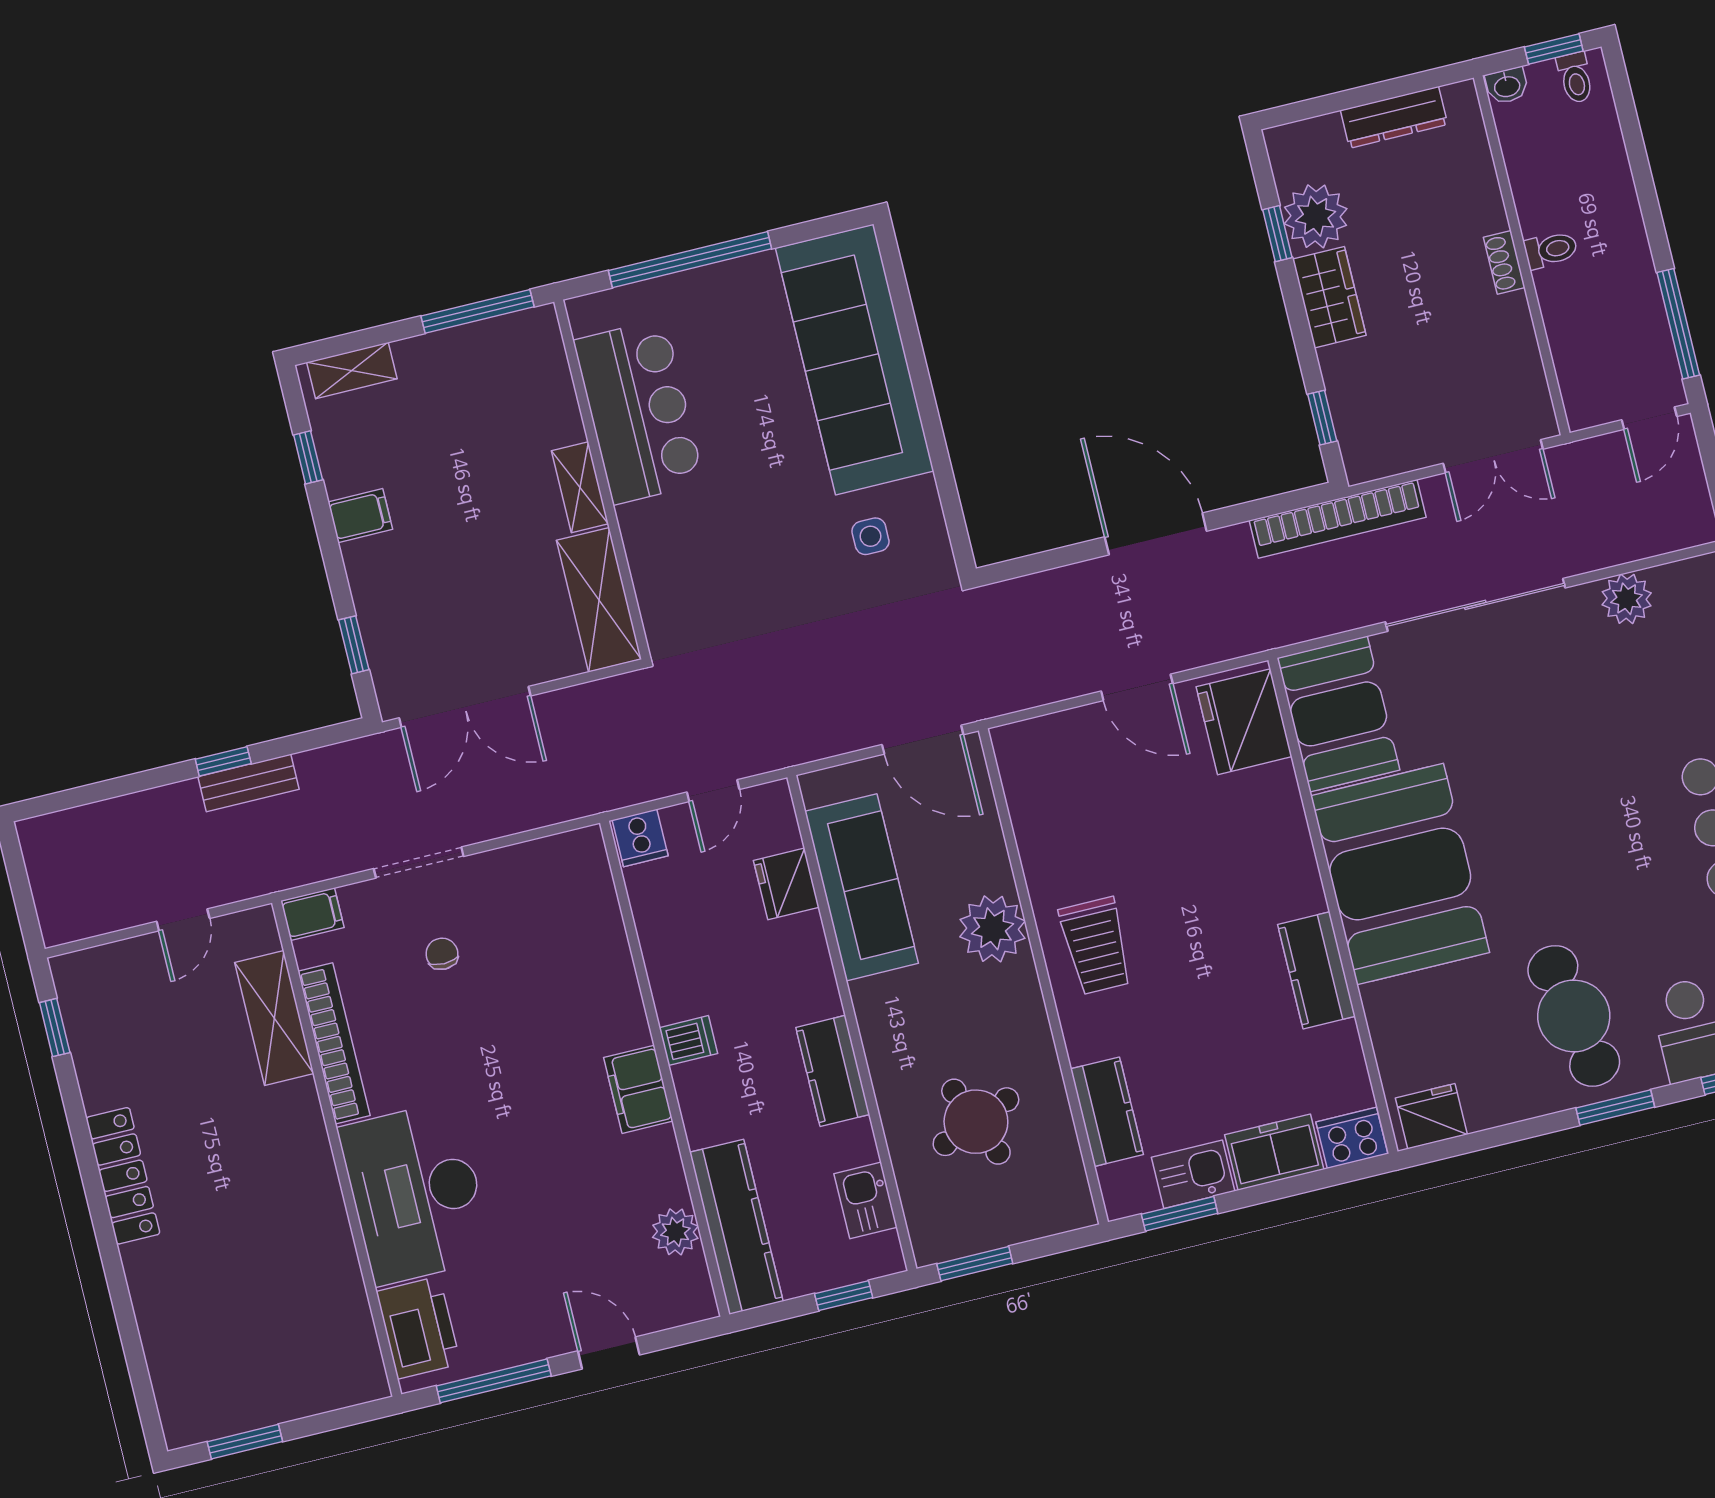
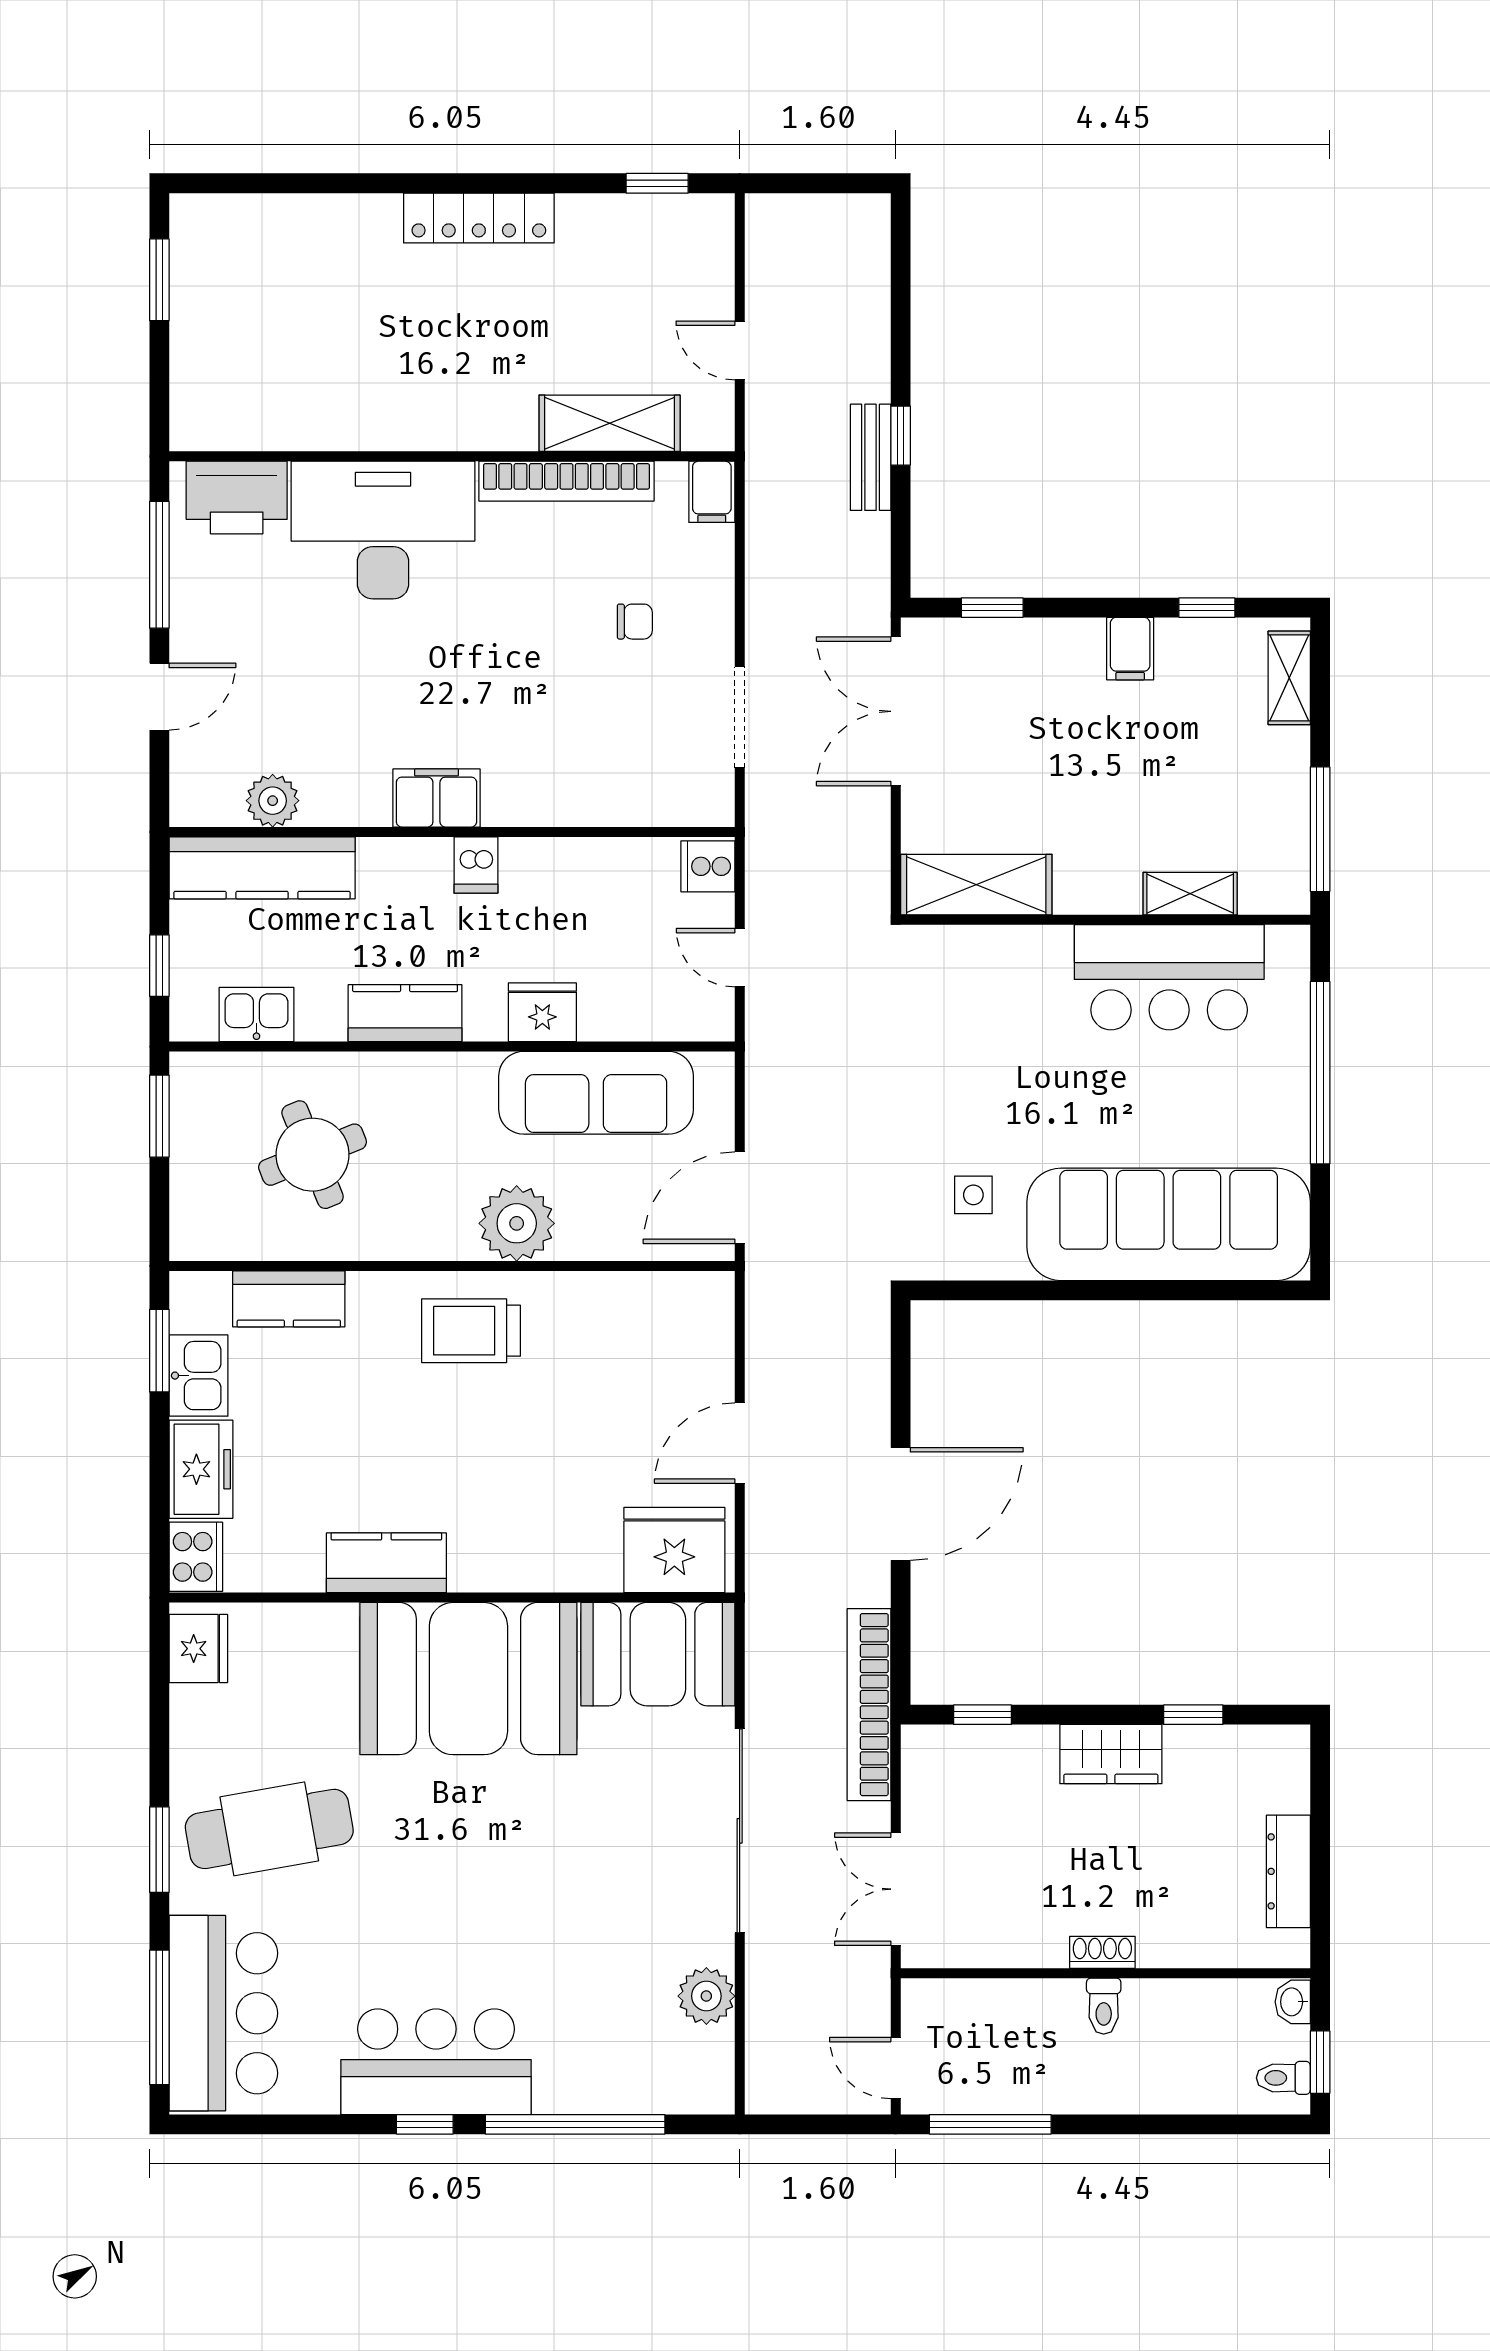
plant: (1316, 216) -> (1202, 1761), removed
shelving: (580, 487) -> (1190, 894), moved
doorway: (419, 863) -> (740, 717), moved
fridge: (786, 884) -> (542, 1012), moved

